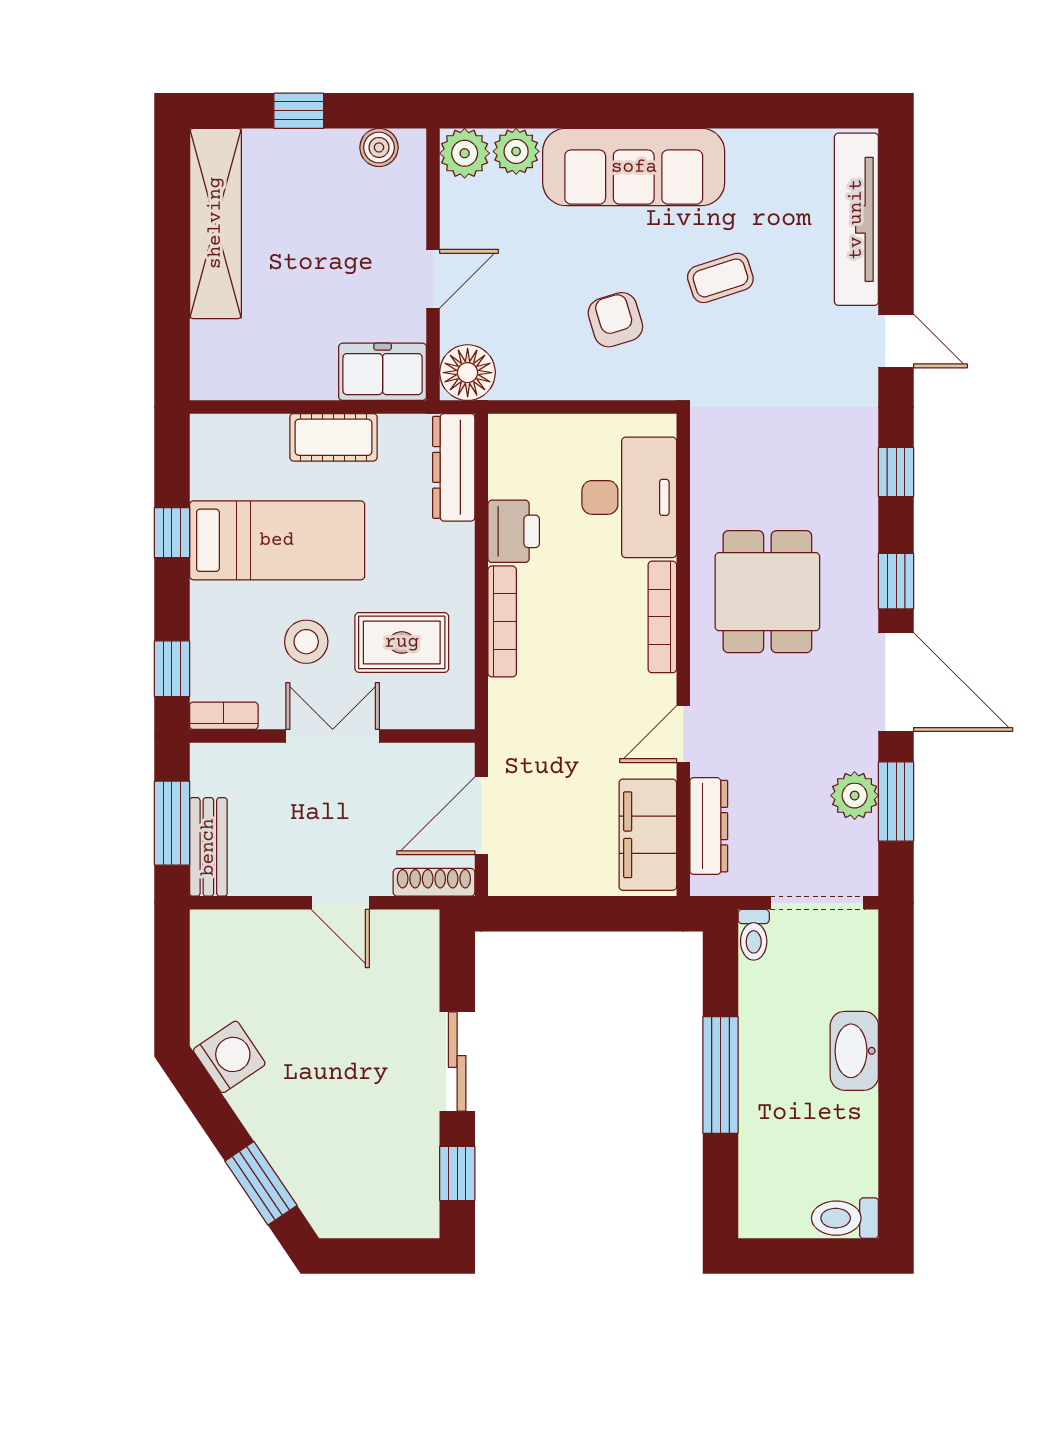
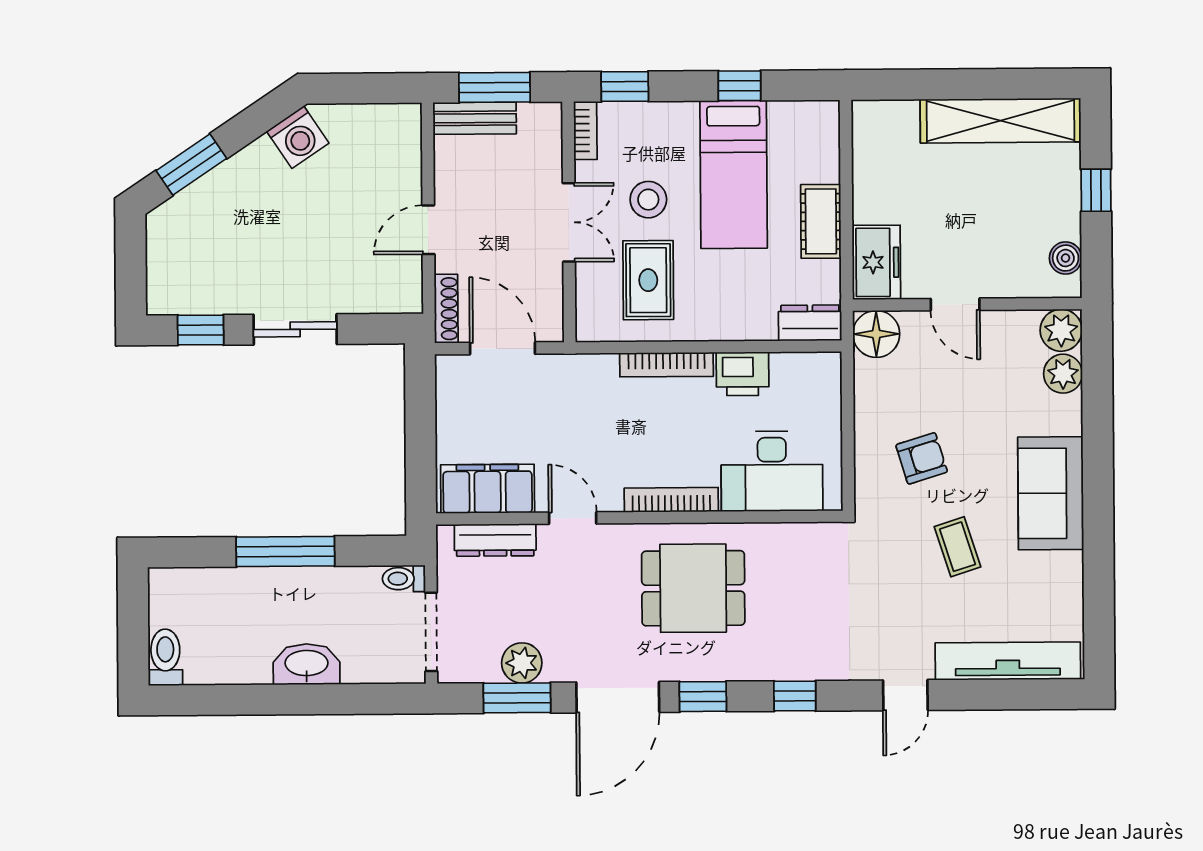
sofa: (634, 167) -> (1051, 493), width x0.73
dresser: (454, 467) -> (810, 323), width x0.70

